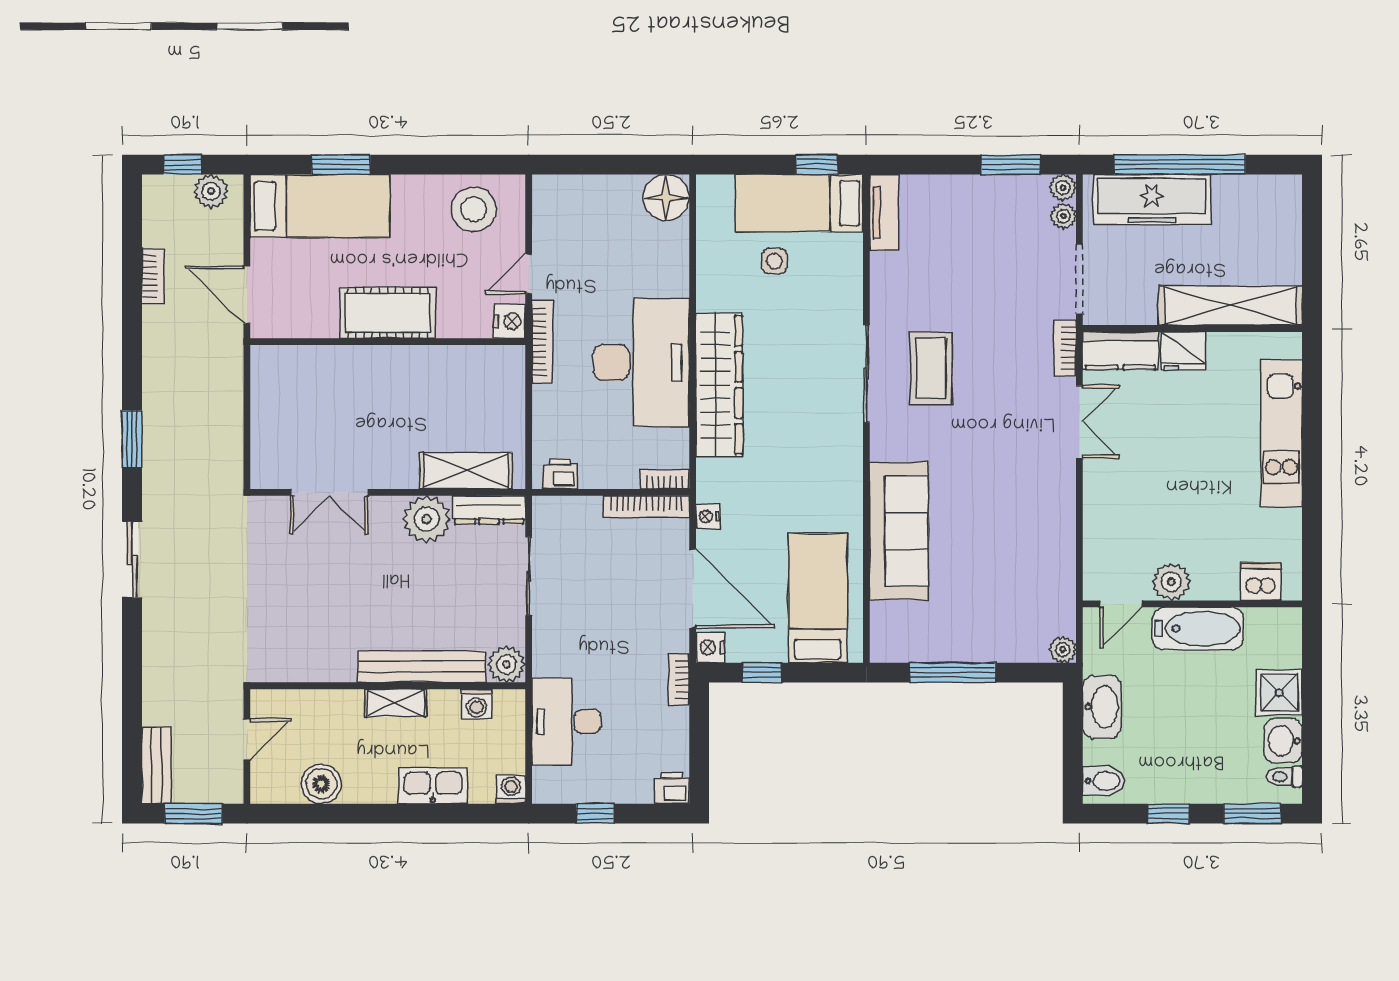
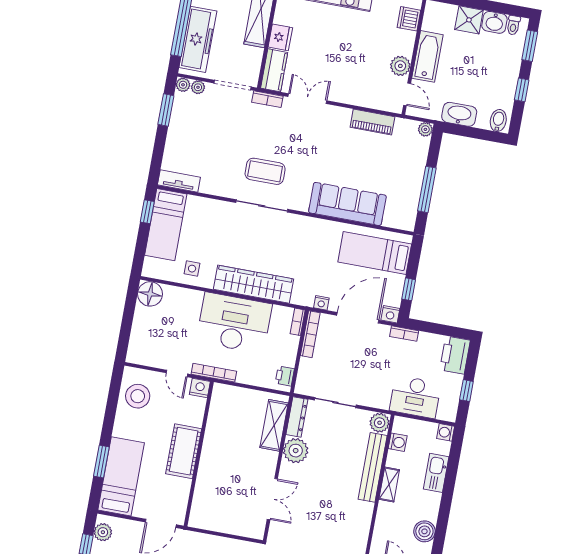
side table: (774, 261) -> (192, 269), moved
piano: (1058, 549) -> (372, 122), added
printer: (672, 788) -> (455, 355), width x1.87, depth x1.48

